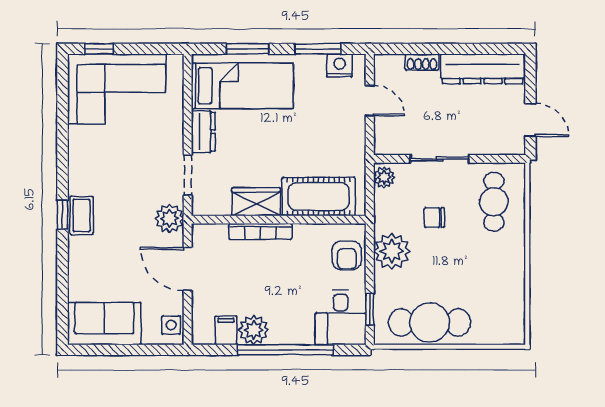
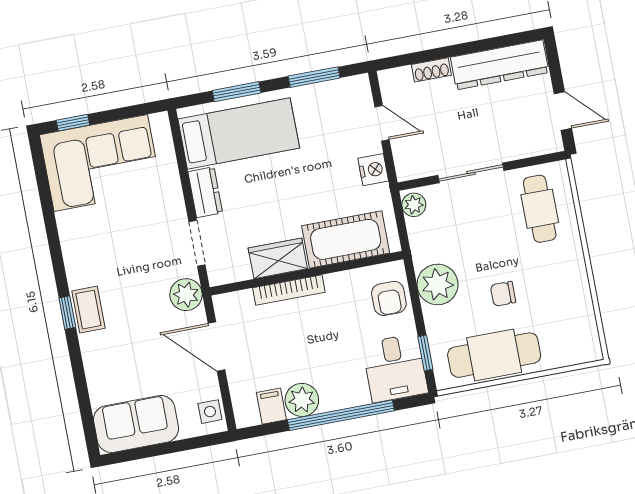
nightstand: (340, 66) -> (373, 170), moved, turned 90
chair: (434, 217) -> (503, 294), moved

